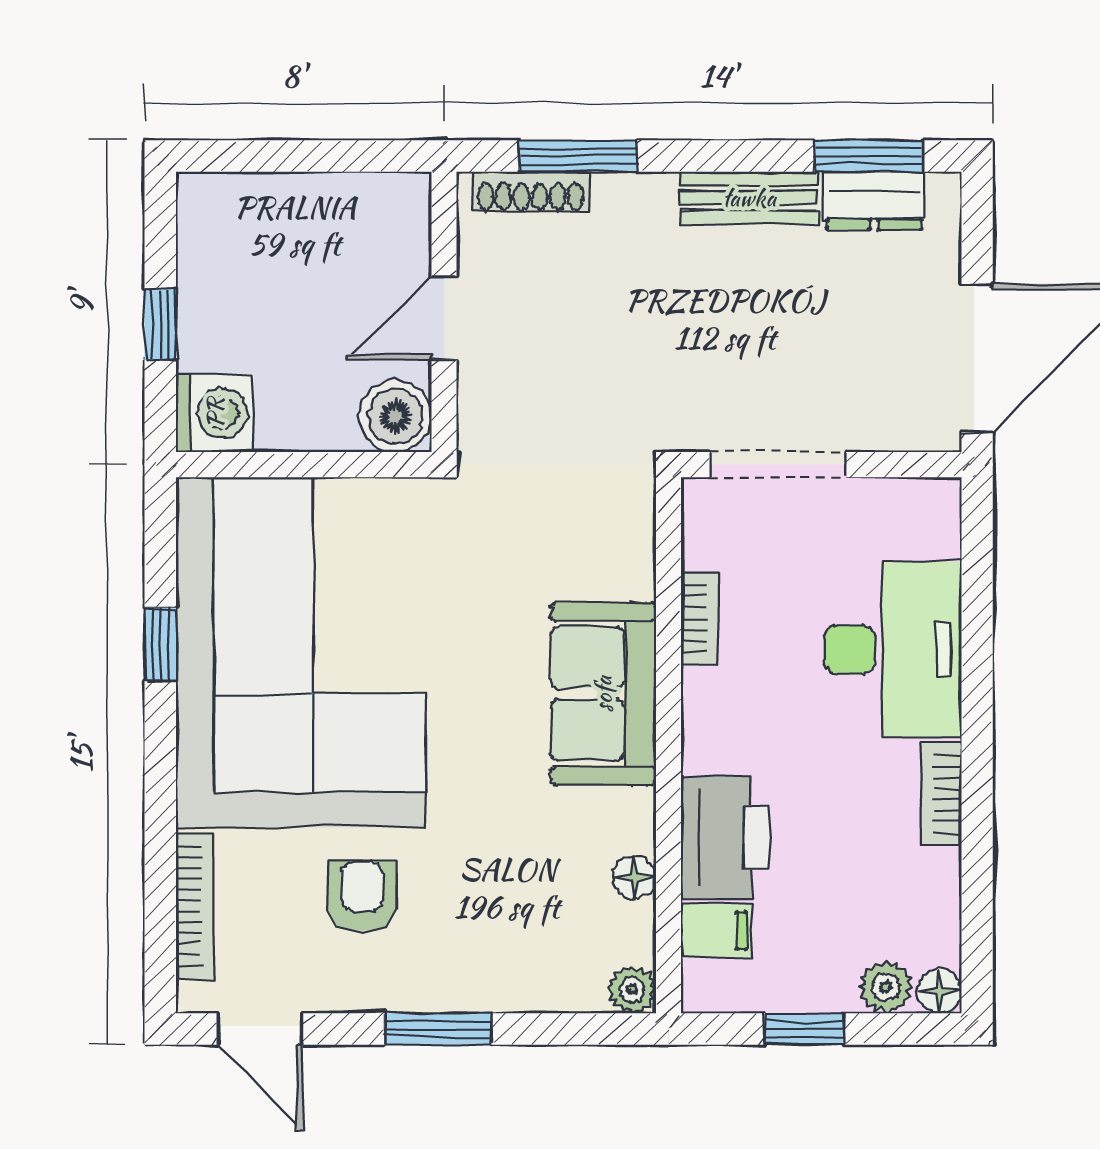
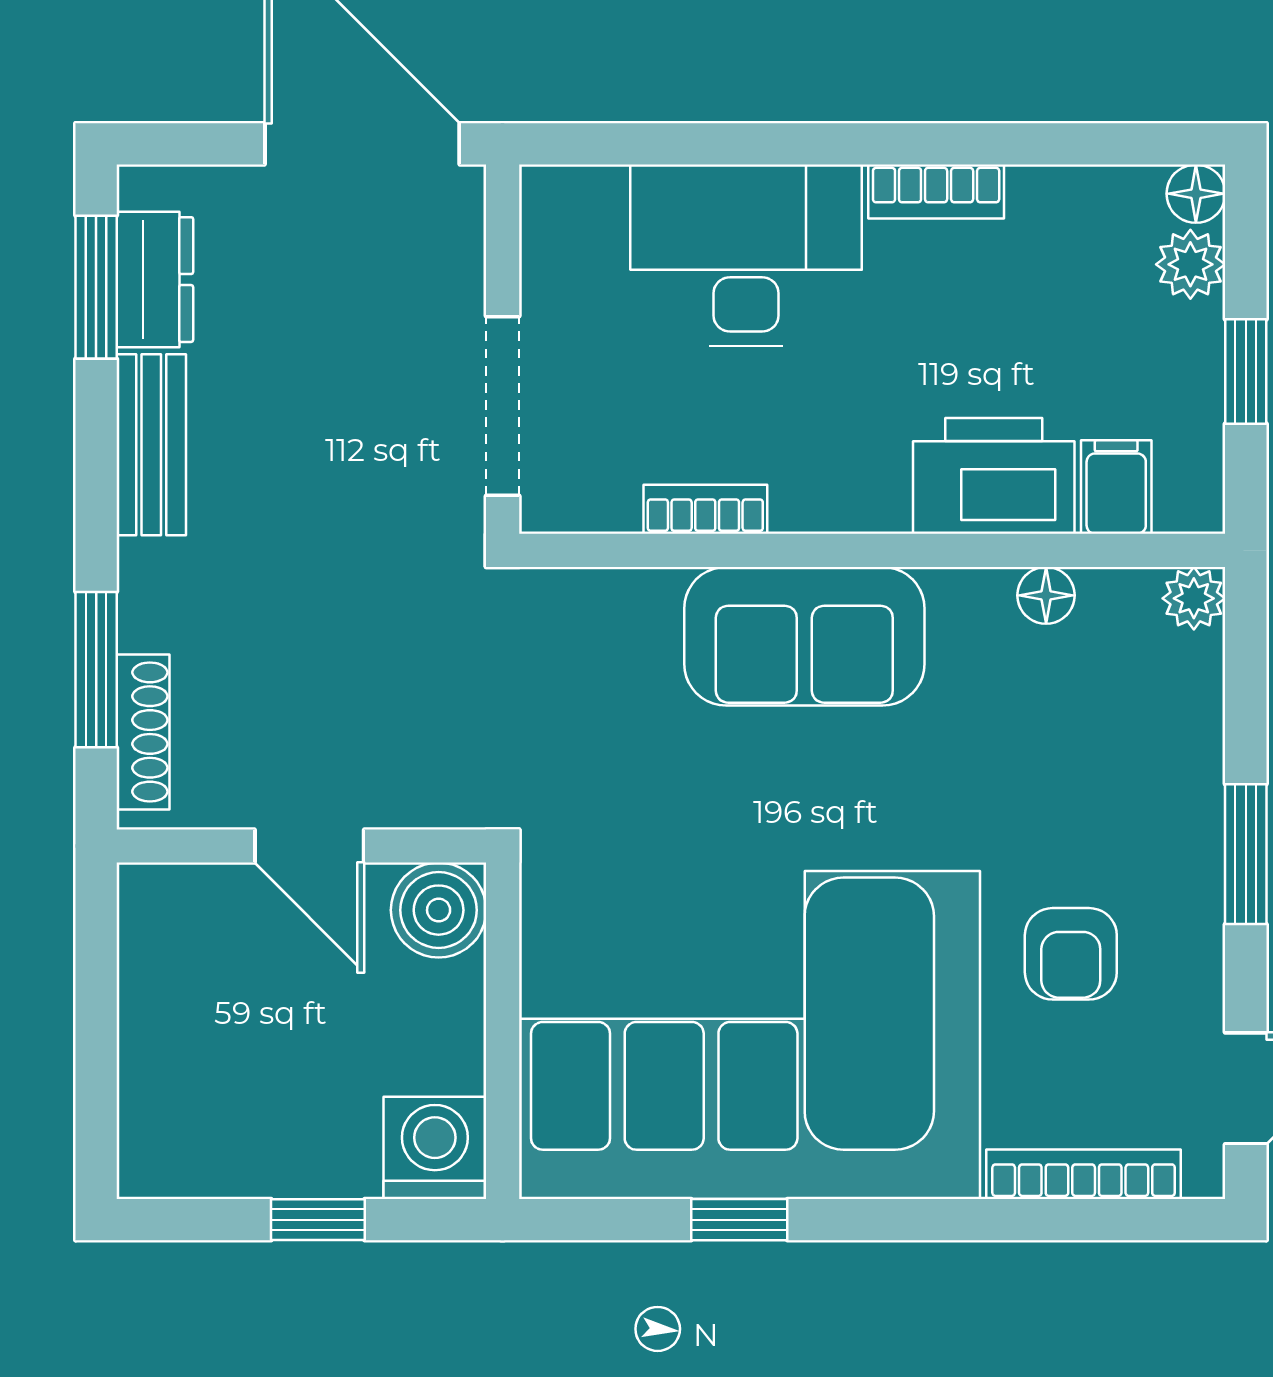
armchair: (362, 896) -> (1071, 954), turned -90

